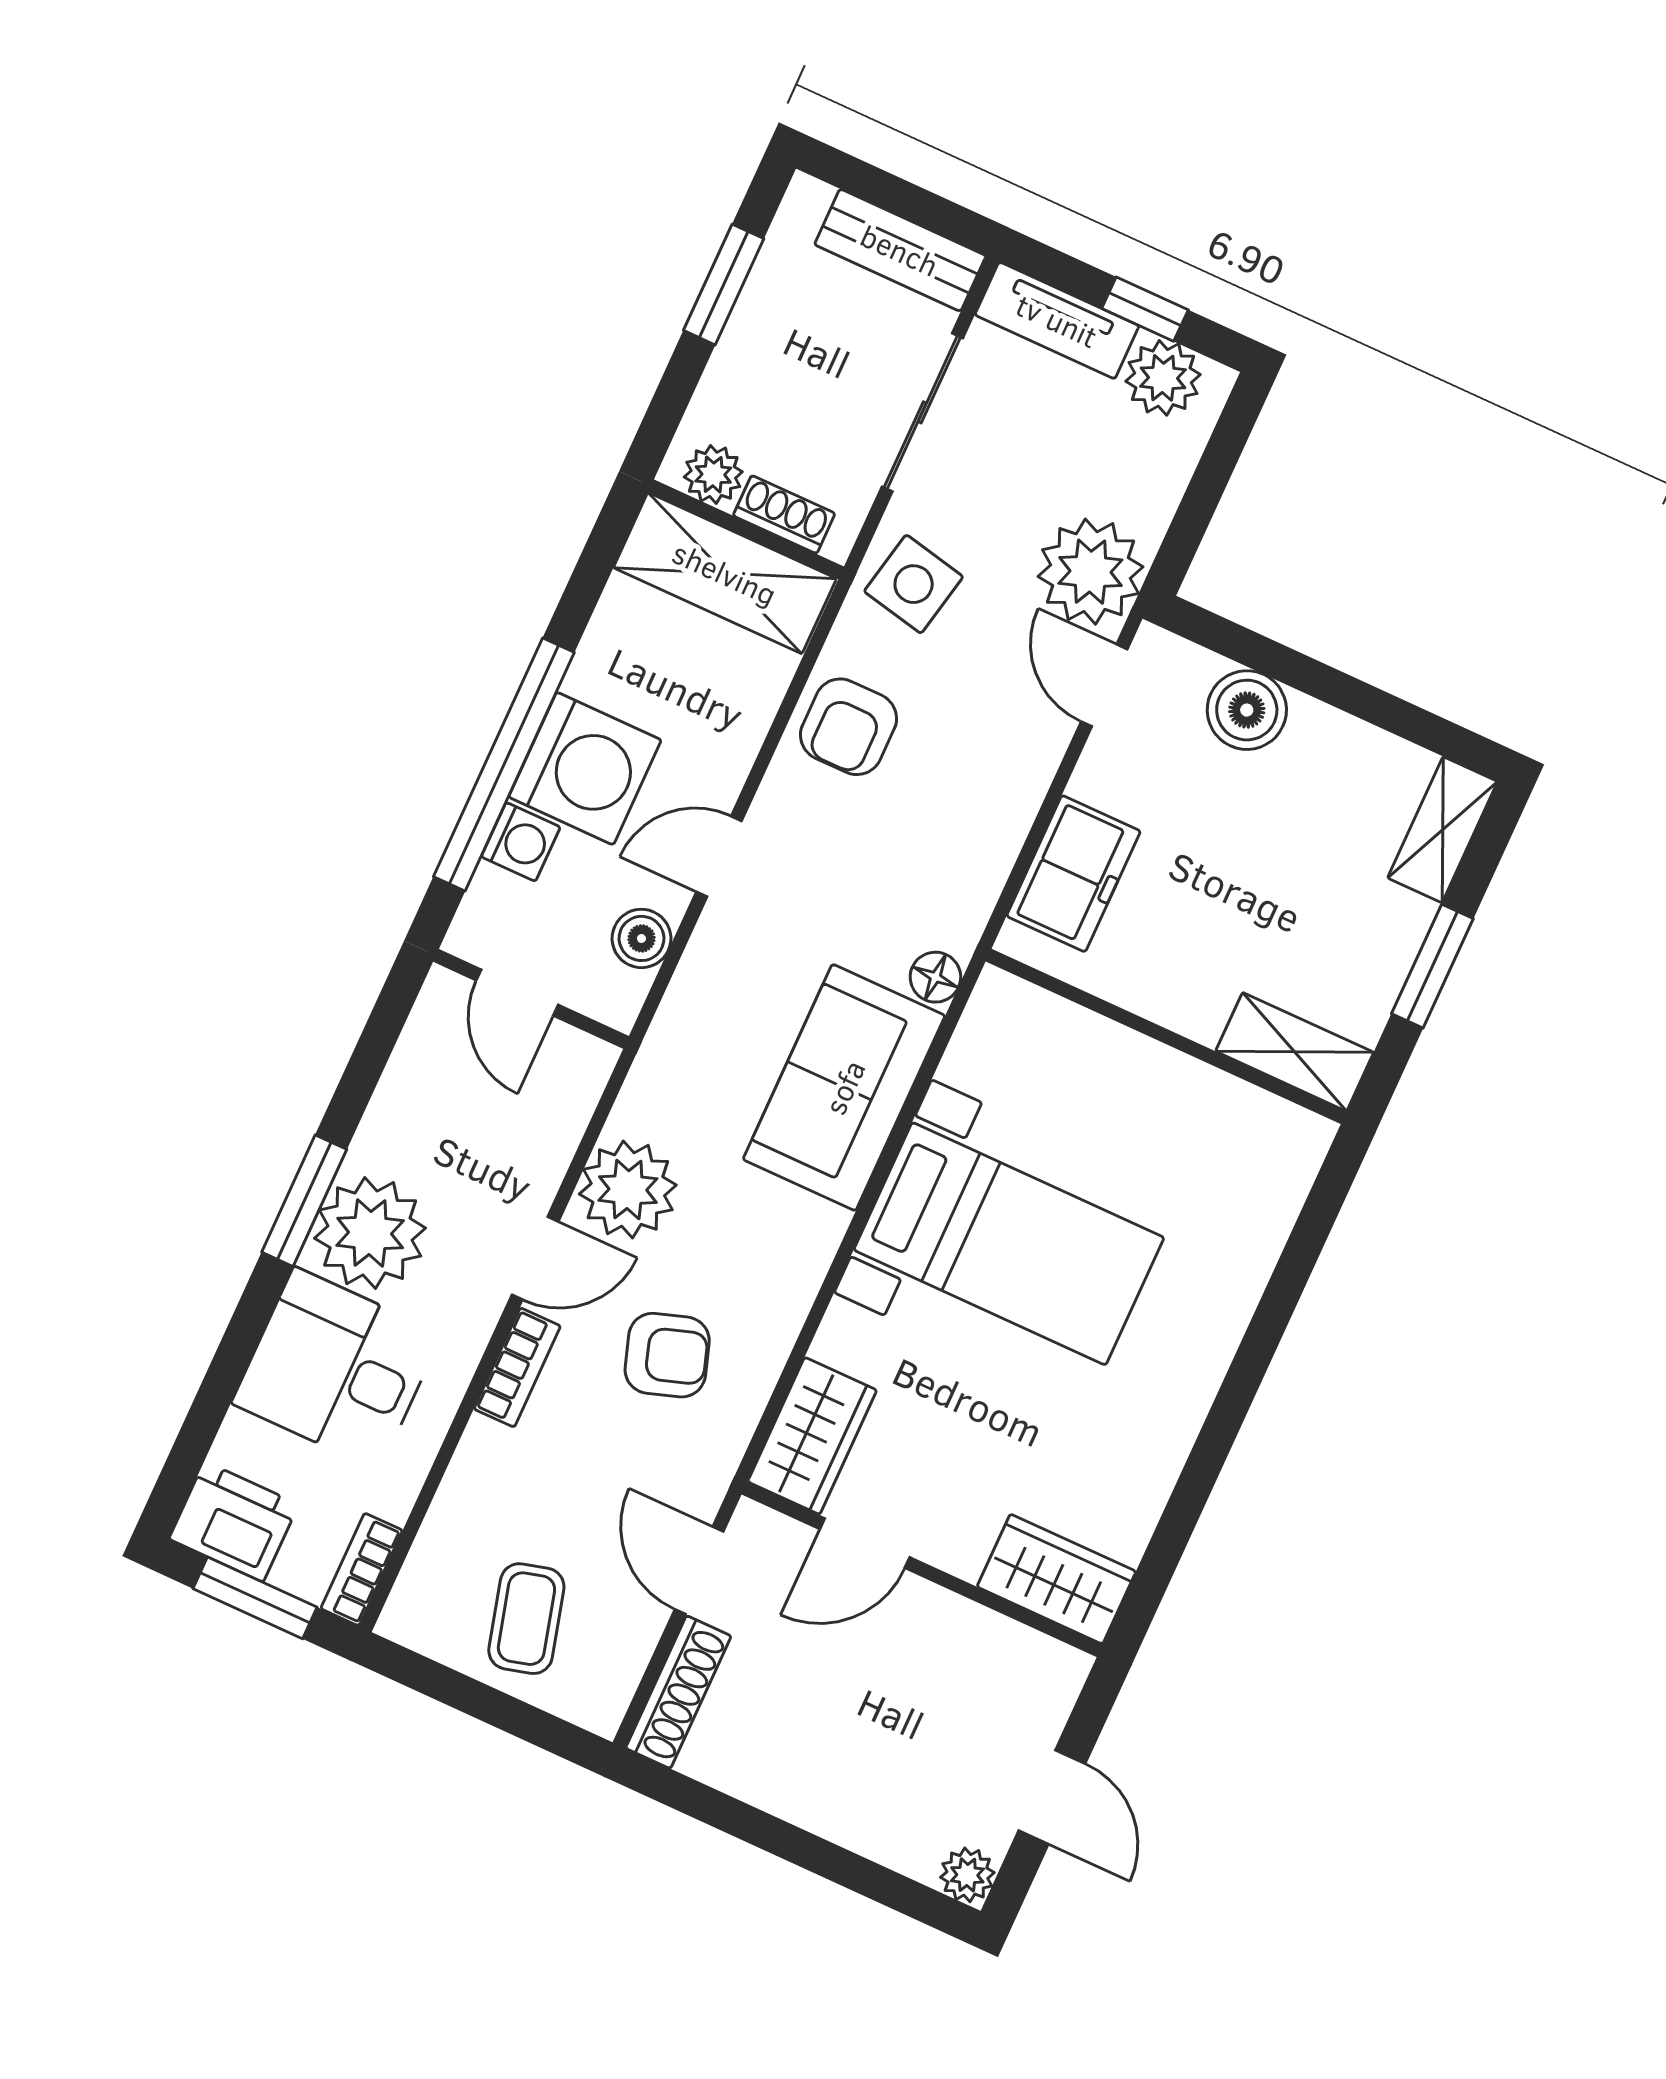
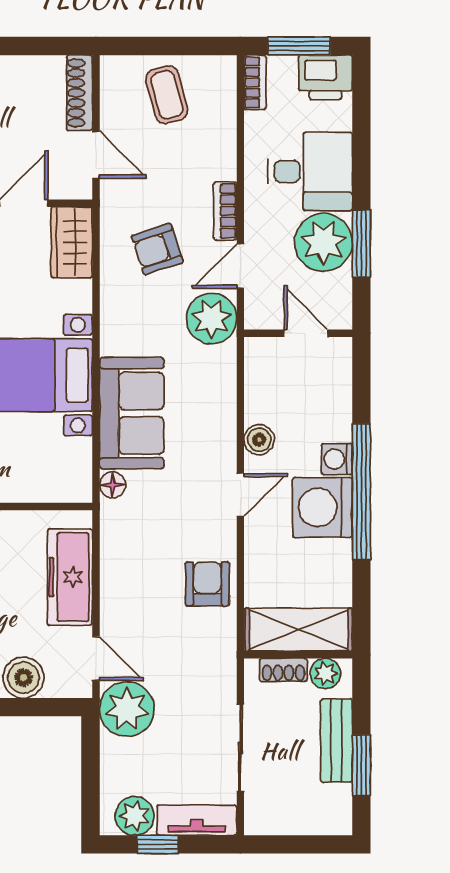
bench: (900, 250) -> (336, 740), moved, turned 90
side table: (914, 584) -> (207, 665), removed
freezer: (1073, 874) -> (70, 577), width x1.40
door: (517, 993) -> (306, 333), moved
wall: (531, 999) -> (298, 333), moved

